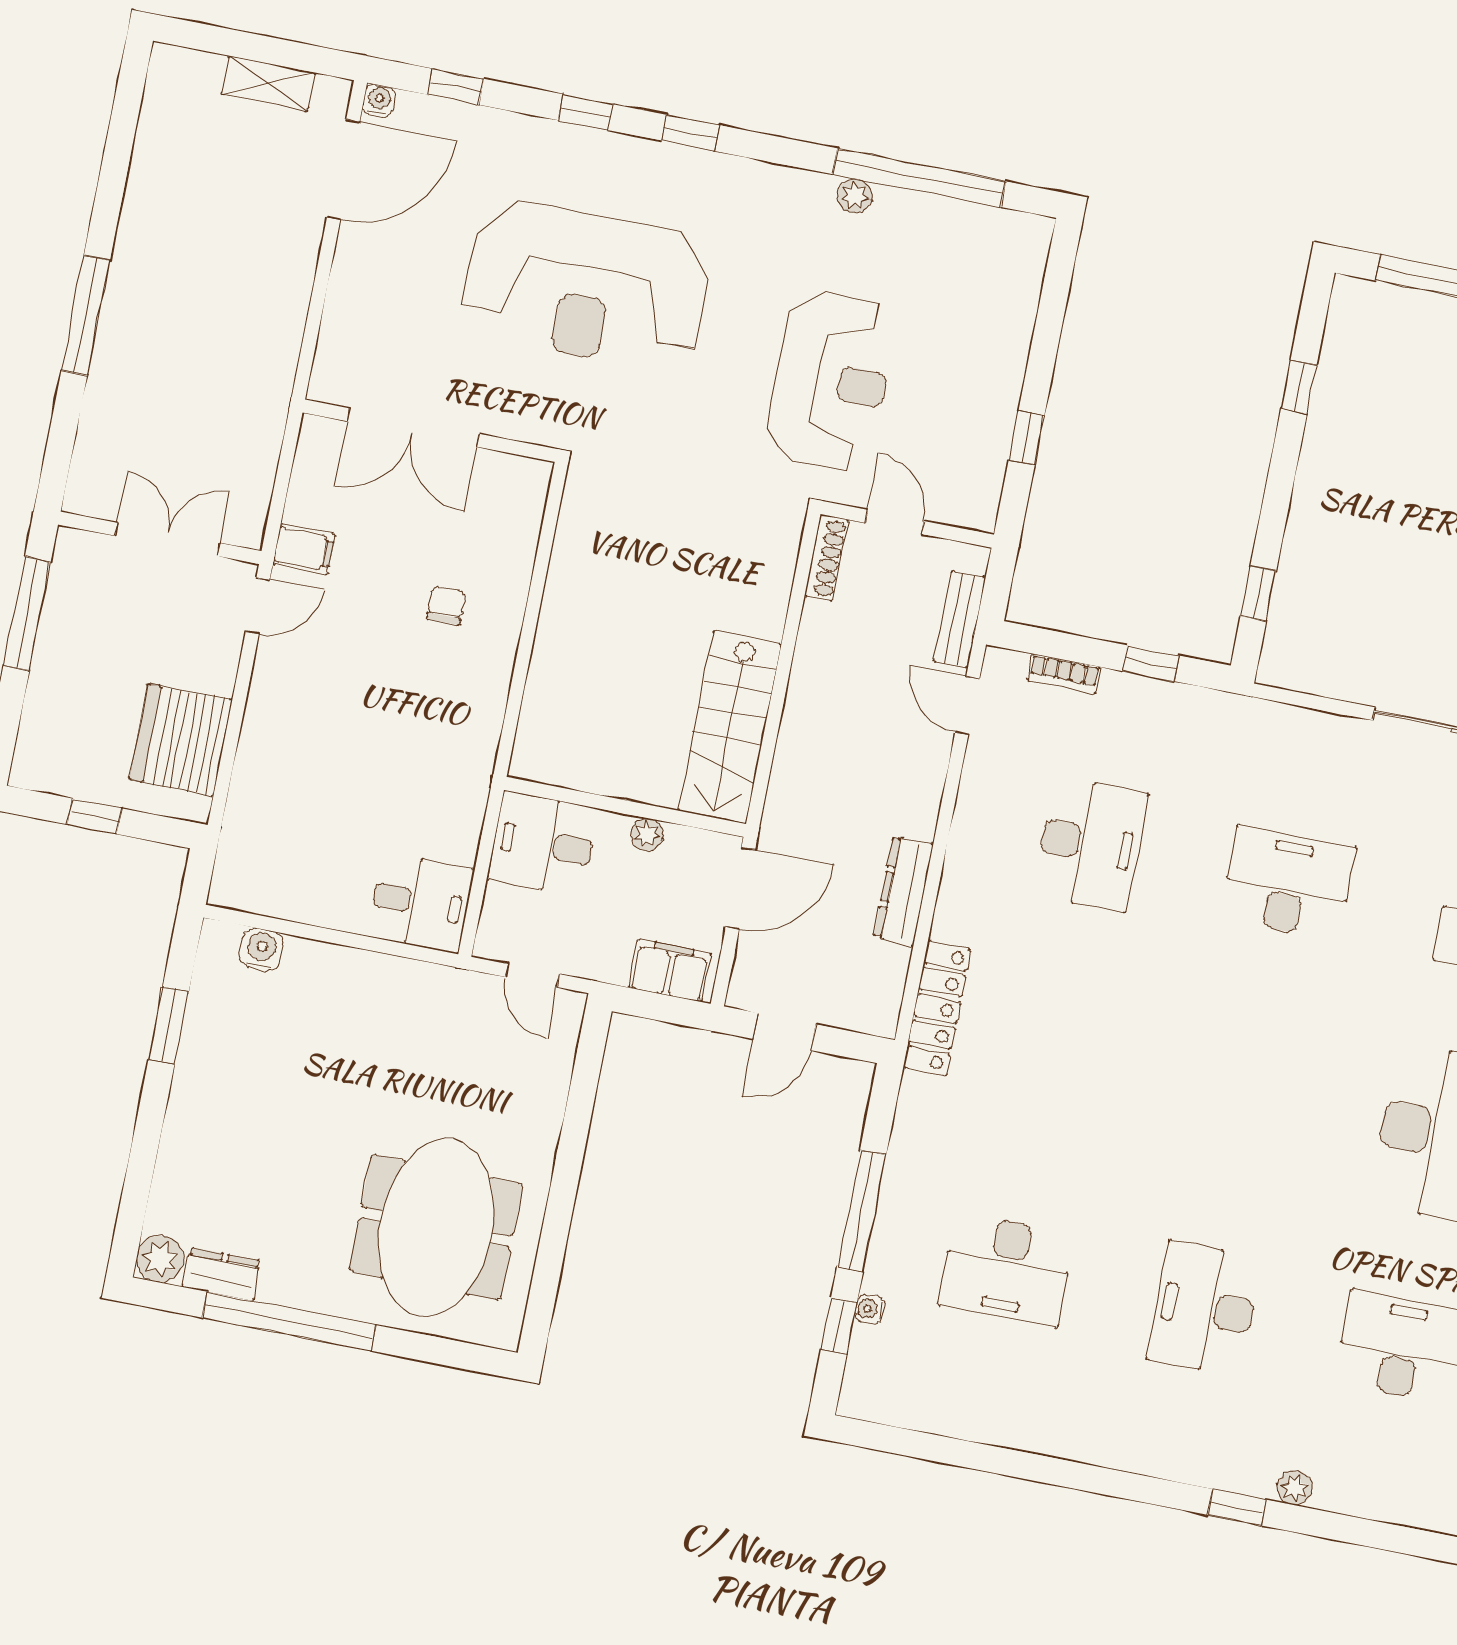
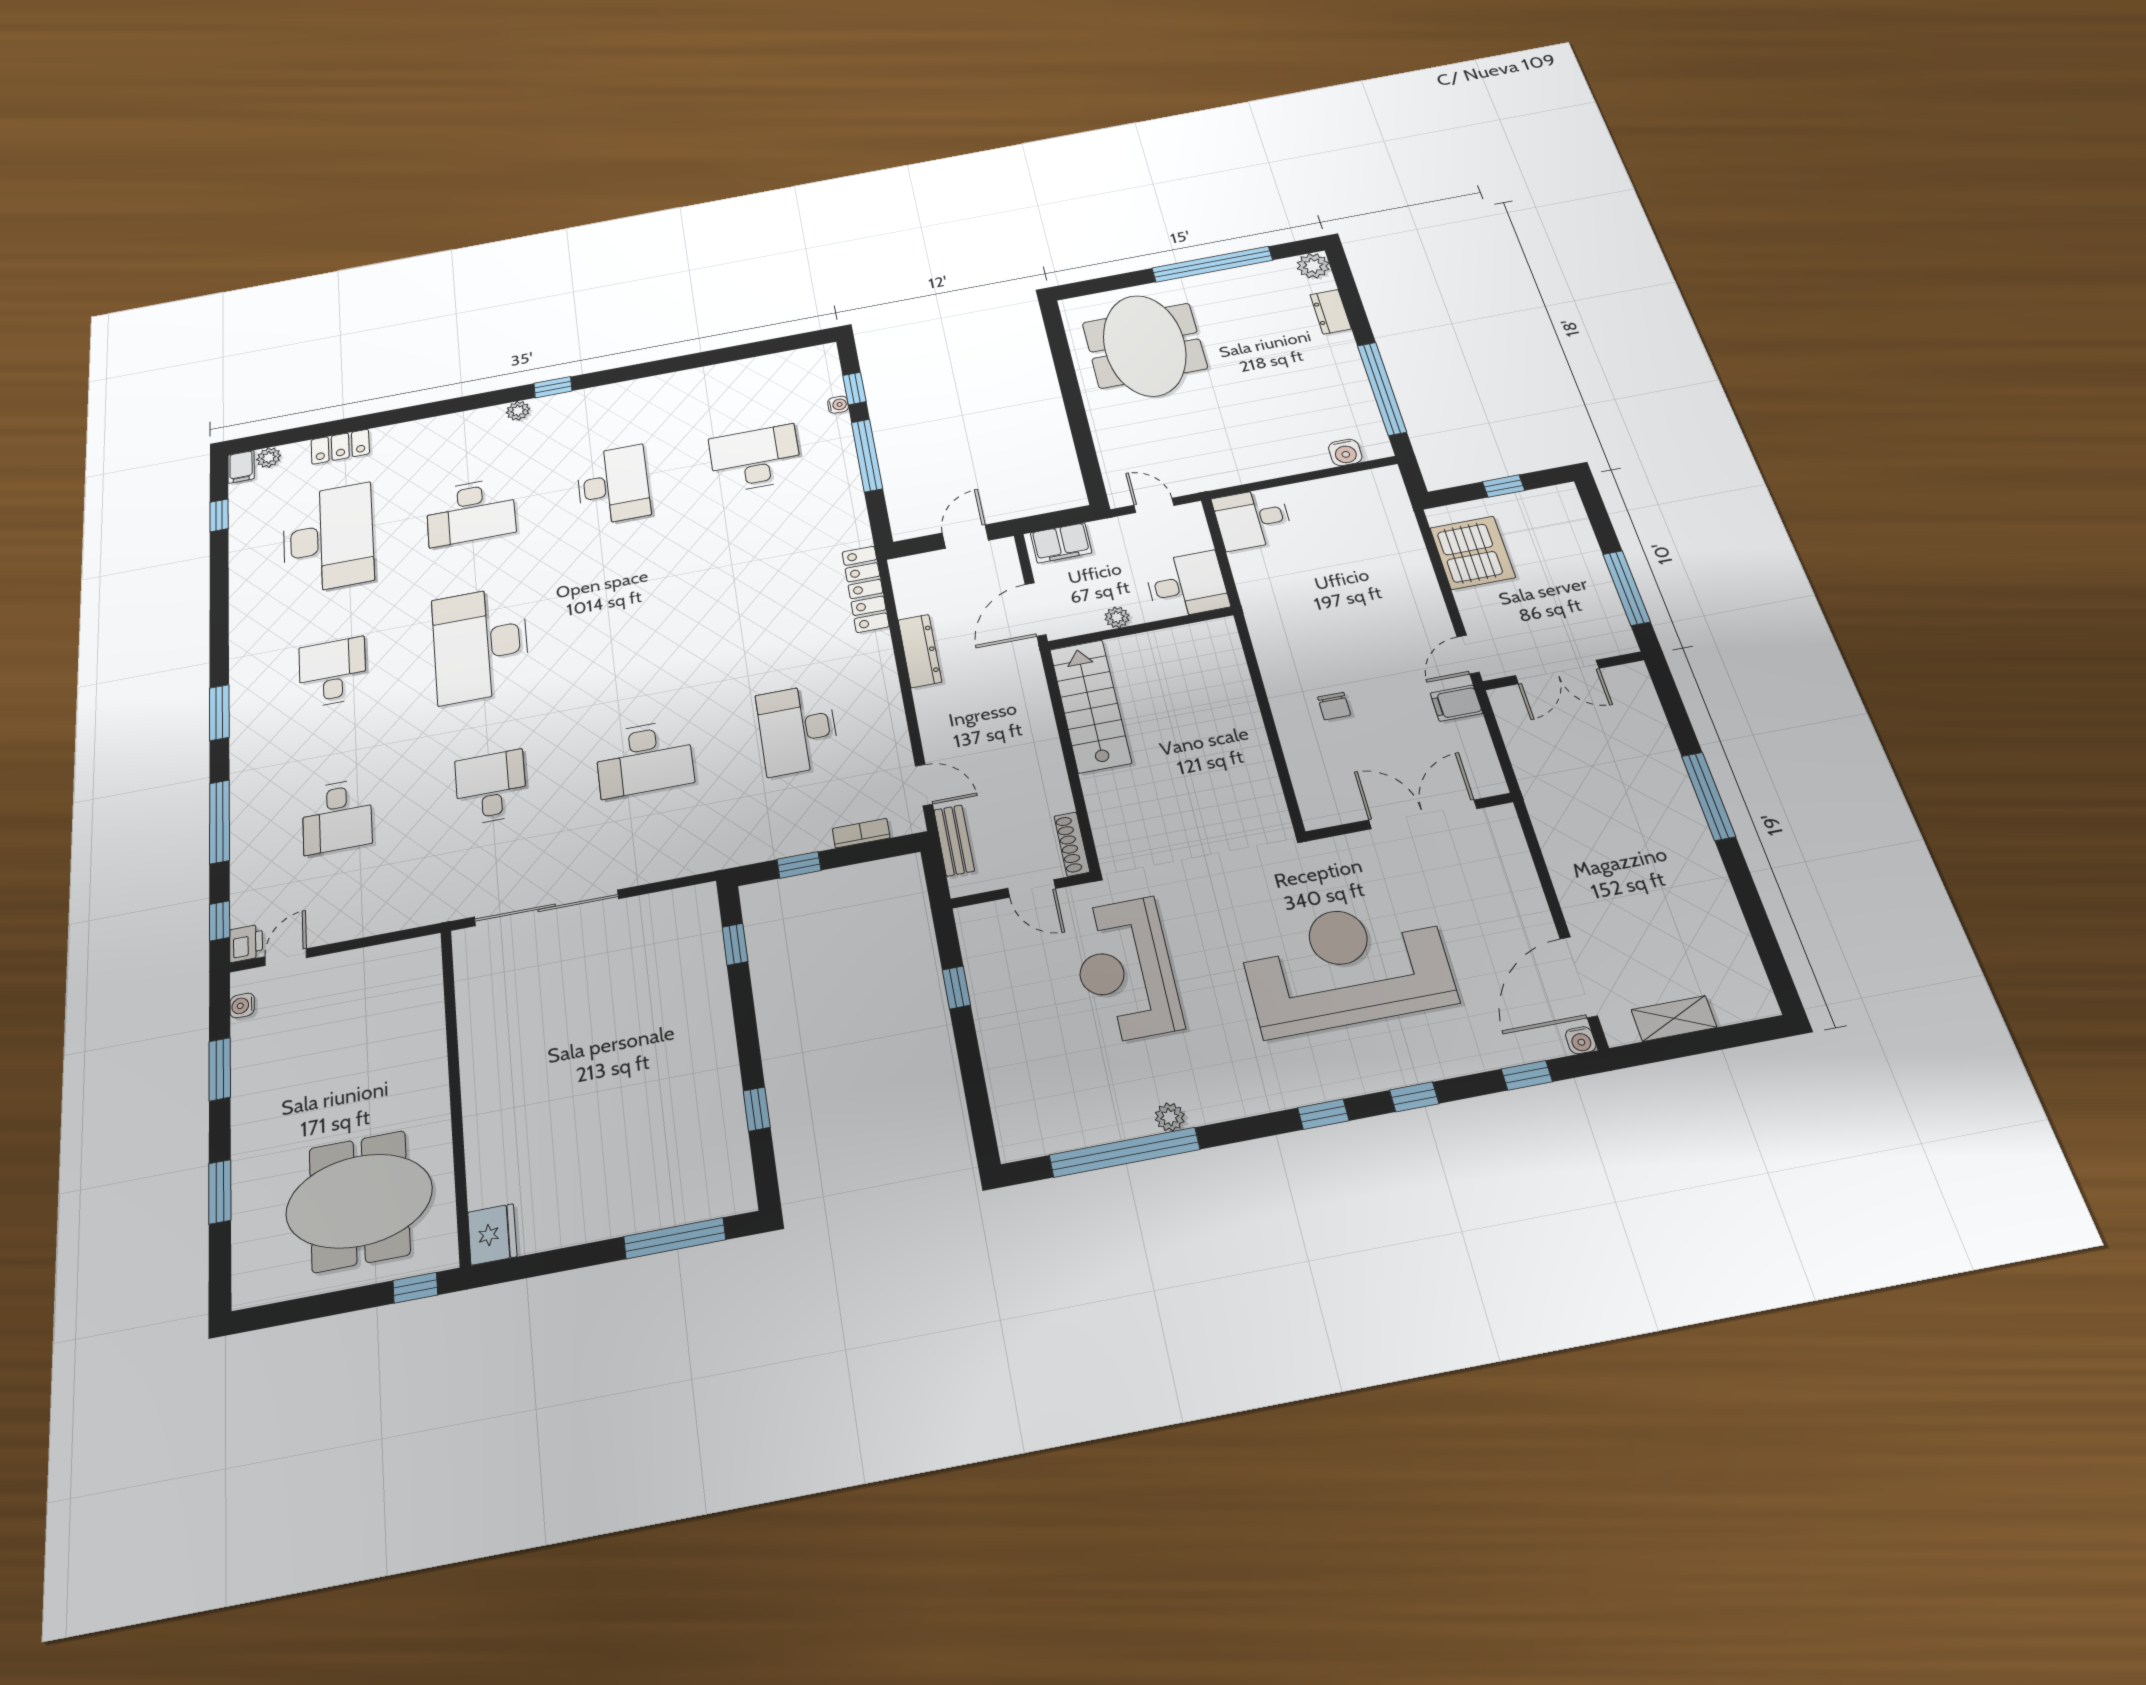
window: (169, 1025) -> (1382, 389), width x2.11
dresser: (222, 1274) -> (1331, 312), moved, turned 90

